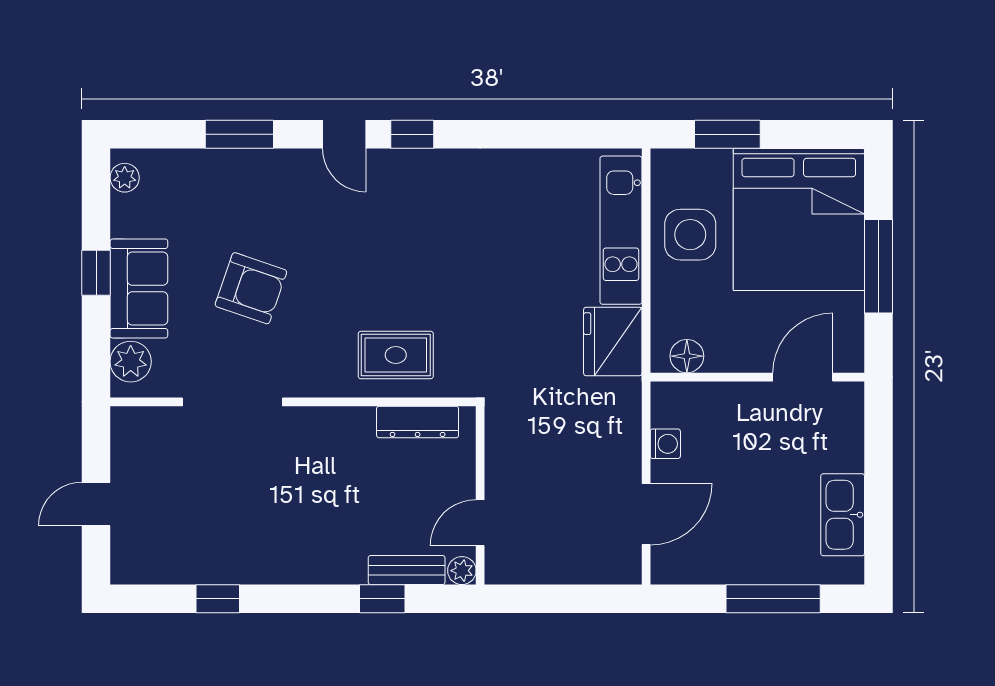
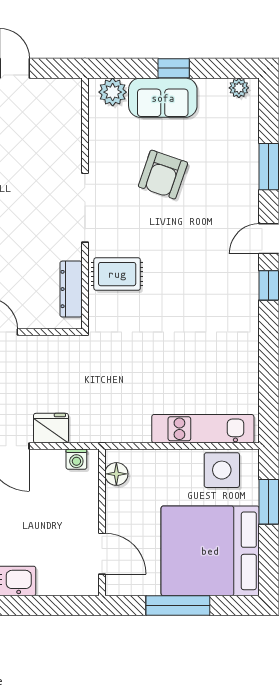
side table: (690, 235) -> (222, 470), moved
fridge: (613, 341) -> (51, 428), moved, width x0.73, depth x0.75
rug: (396, 355) -> (117, 274), turned 90
doorway: (232, 402) -> (85, 208), moved
washing machine: (665, 444) -> (76, 459), moved

